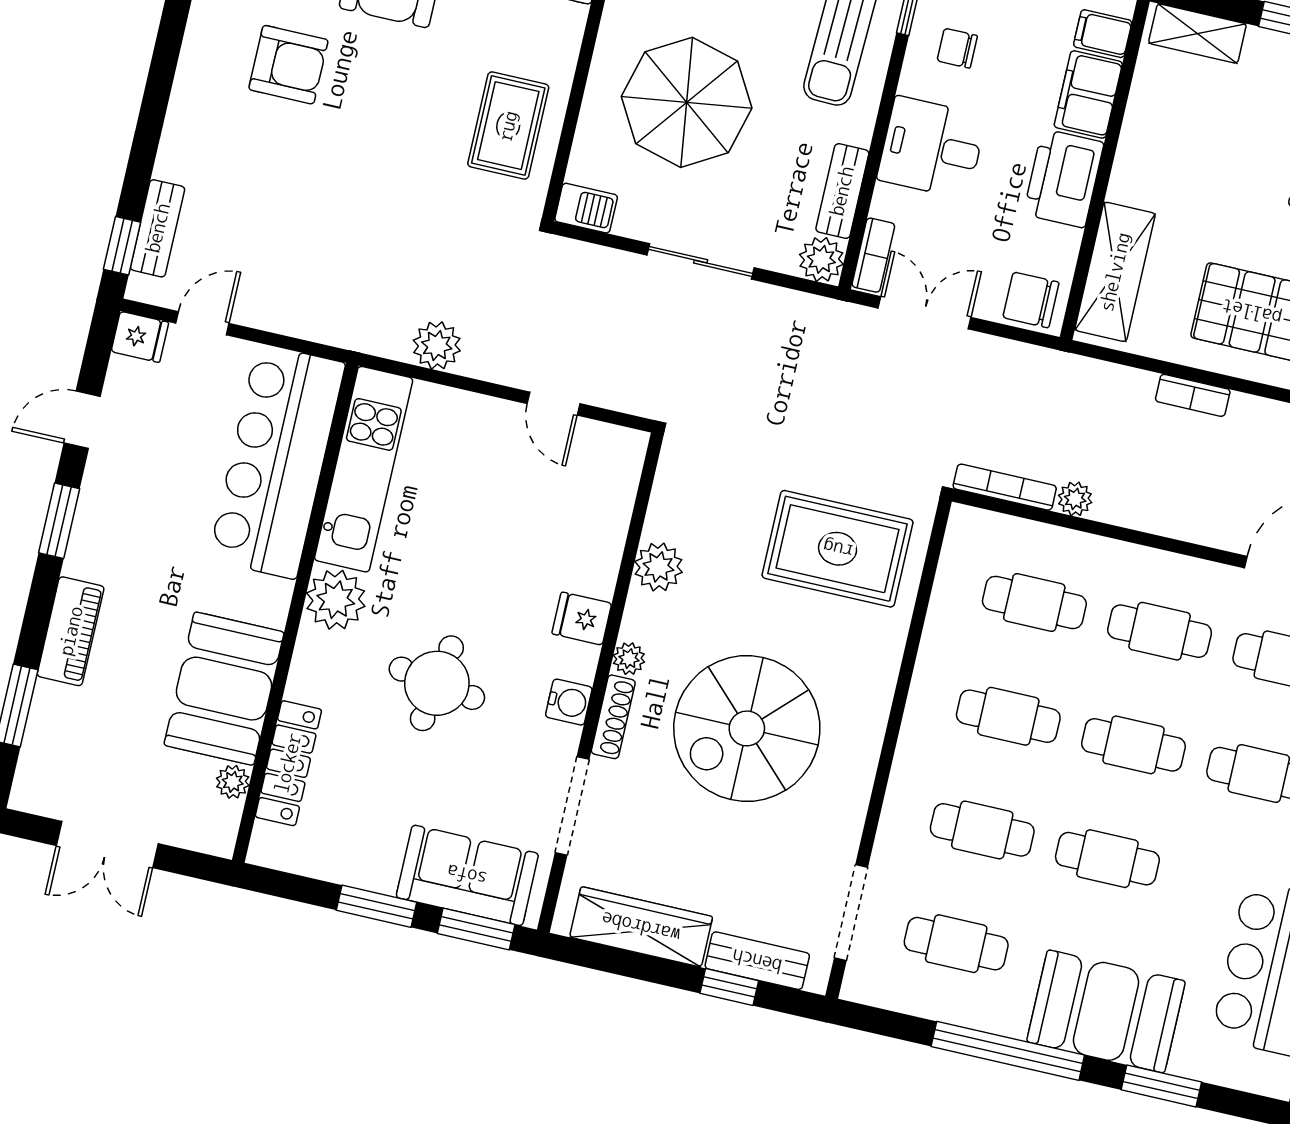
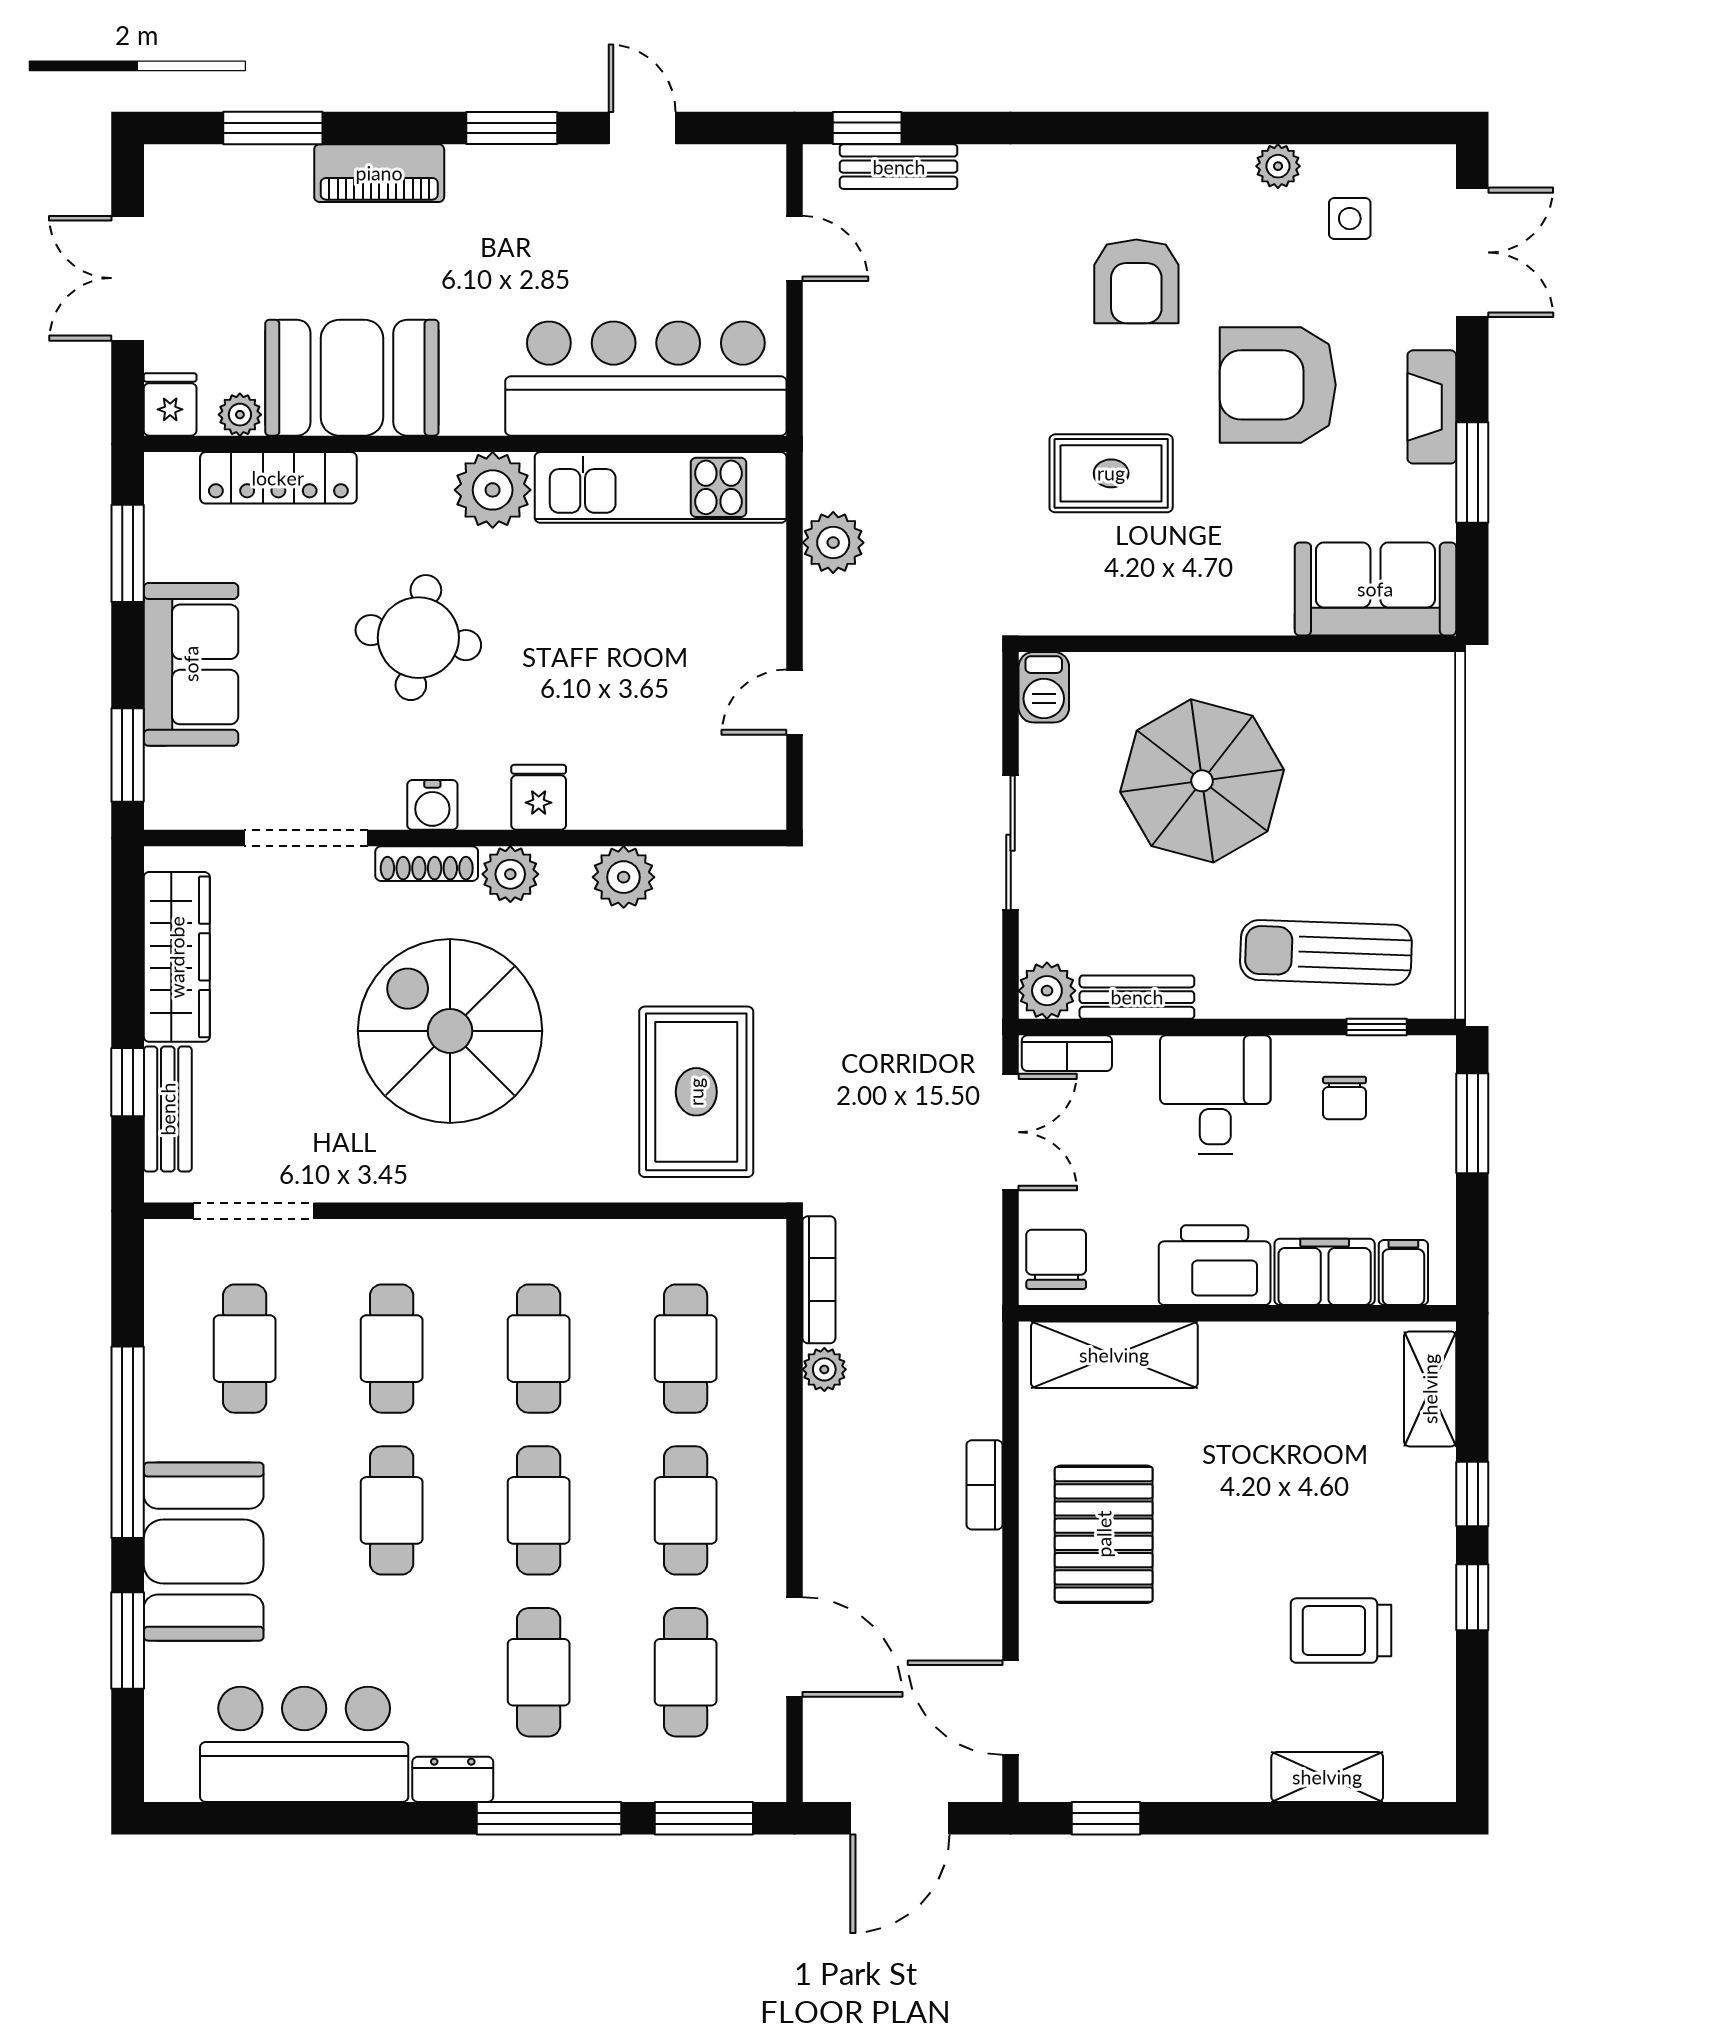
chair: (957, 48) -> (1345, 1098), turned 180
rug: (508, 126) -> (1111, 473), moved
fridge: (140, 337) -> (170, 404), moved, turned 180
plant: (629, 659) -> (510, 874), width x1.38, depth x1.38
sofa: (467, 875) -> (191, 664), moved
window: (377, 906) -> (128, 553), moved

